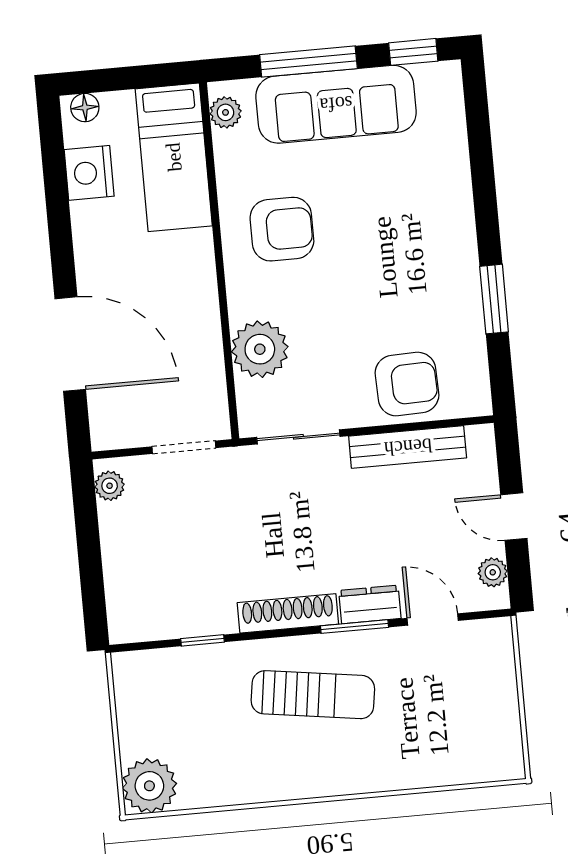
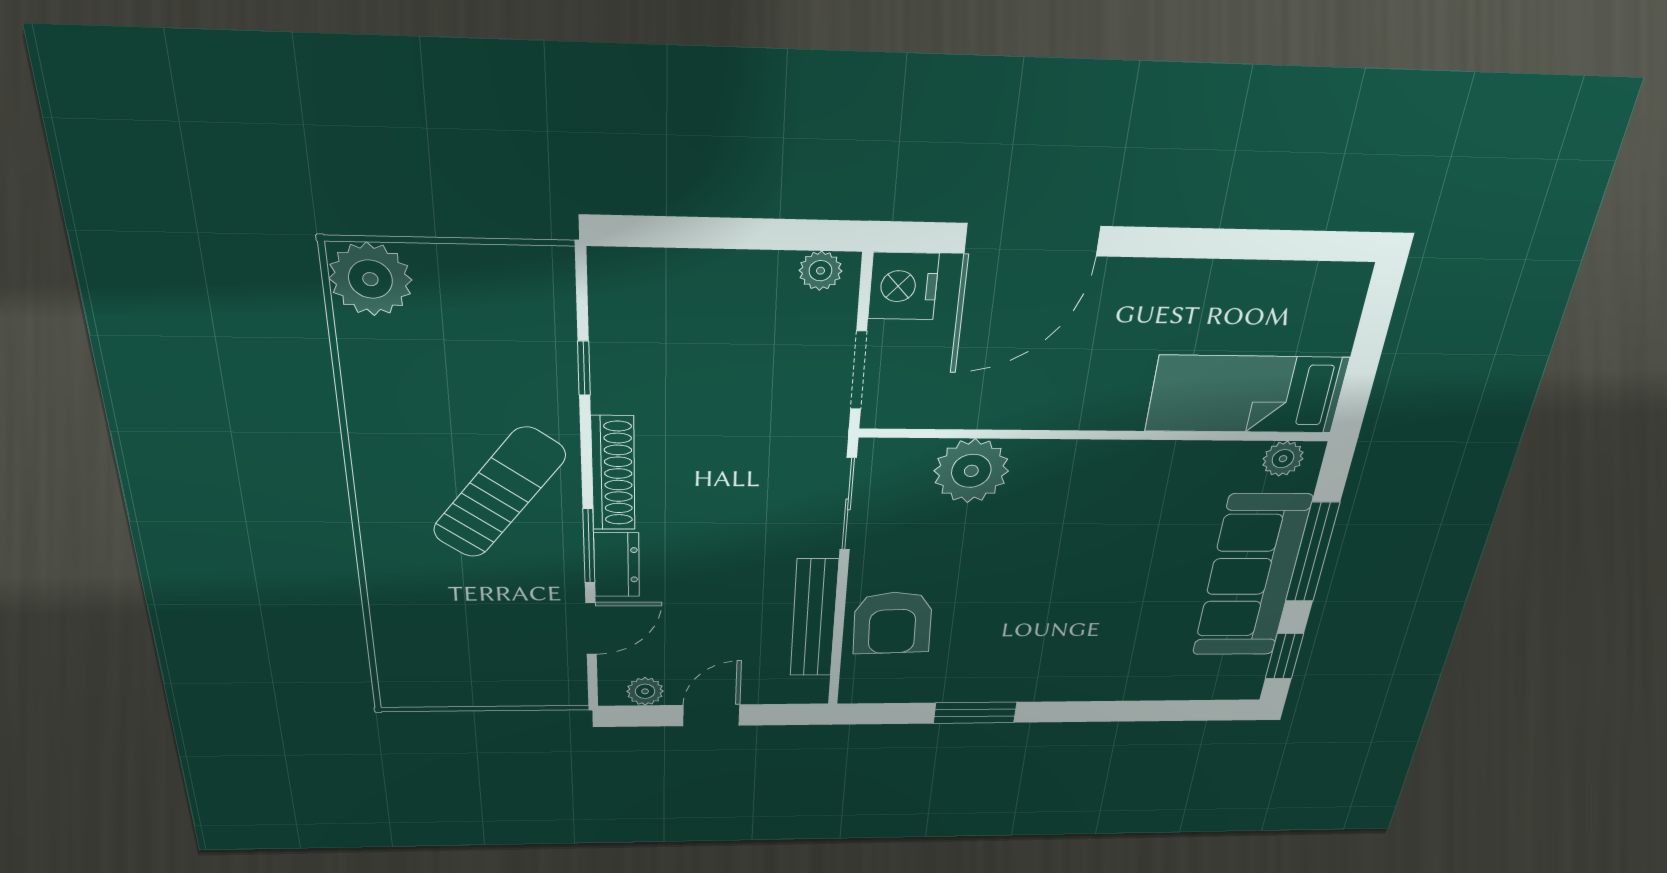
floor lamp: (85, 108) -> (1348, 293), removed
nightstand: (89, 173) -> (903, 286), moved, turned -90
armchair: (282, 229) -> (1118, 508), removed
sun lounger: (313, 695) -> (499, 493), turned -151

